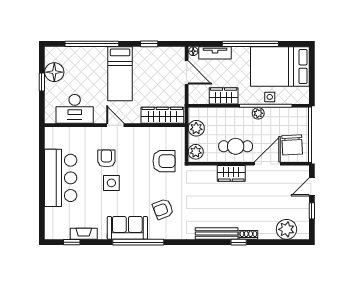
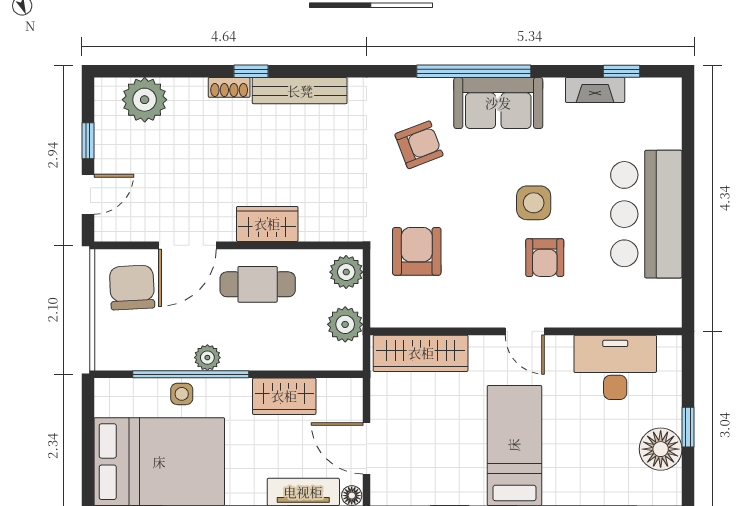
armchair: (164, 161) -> (417, 251), turned 90

